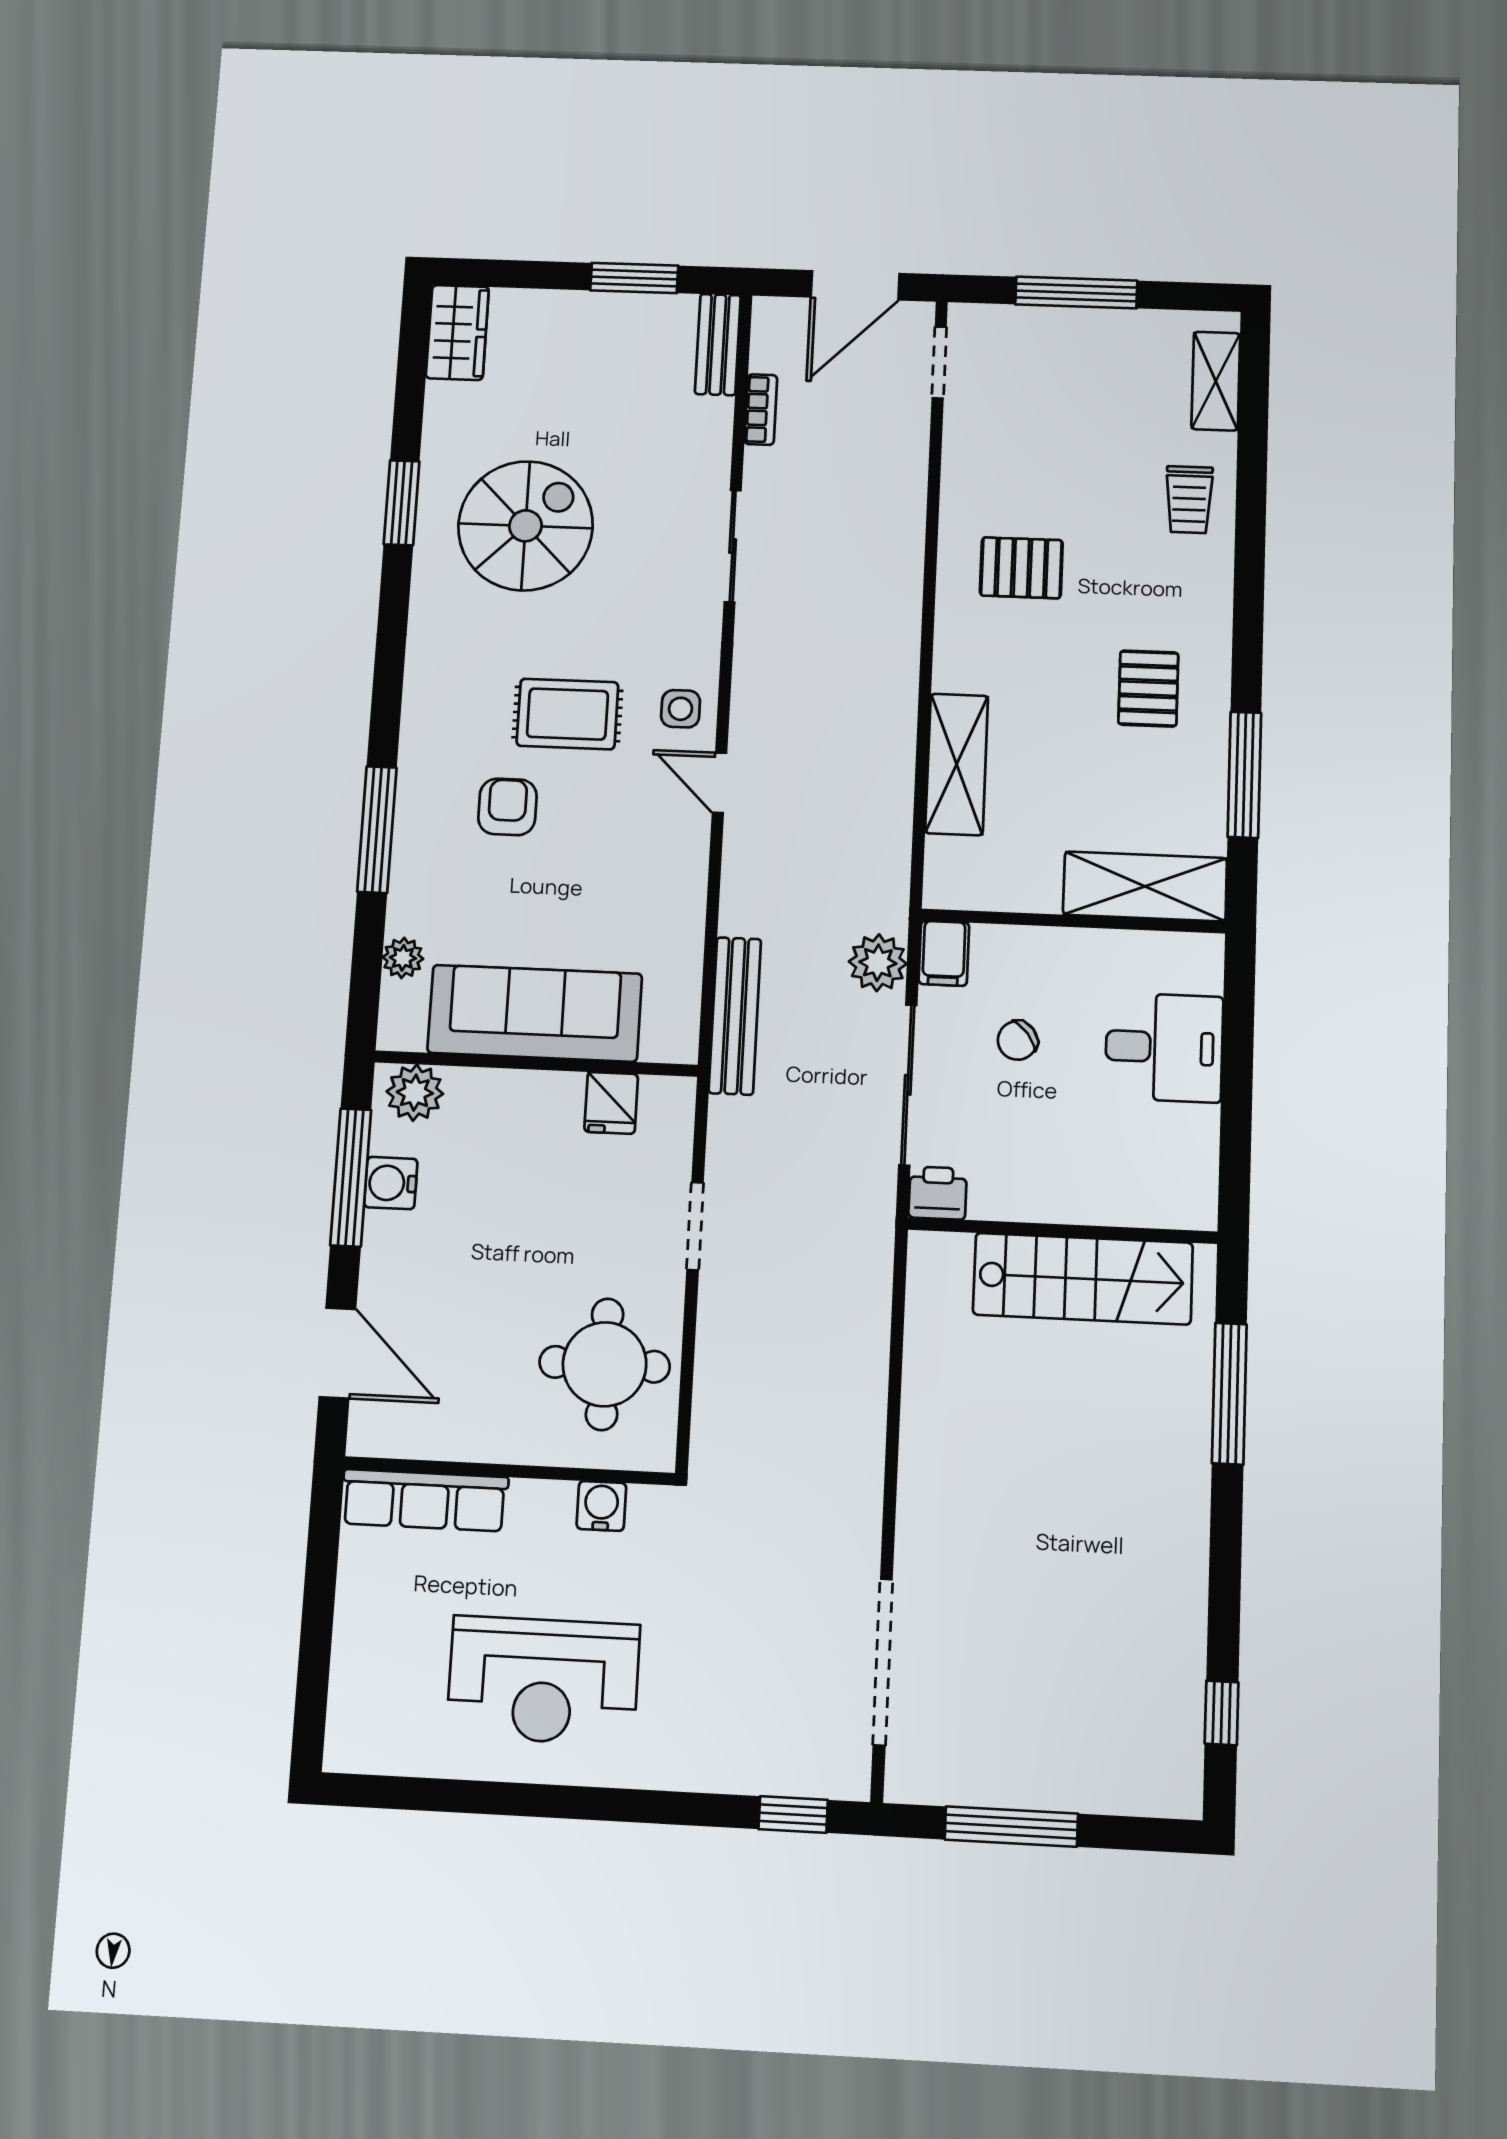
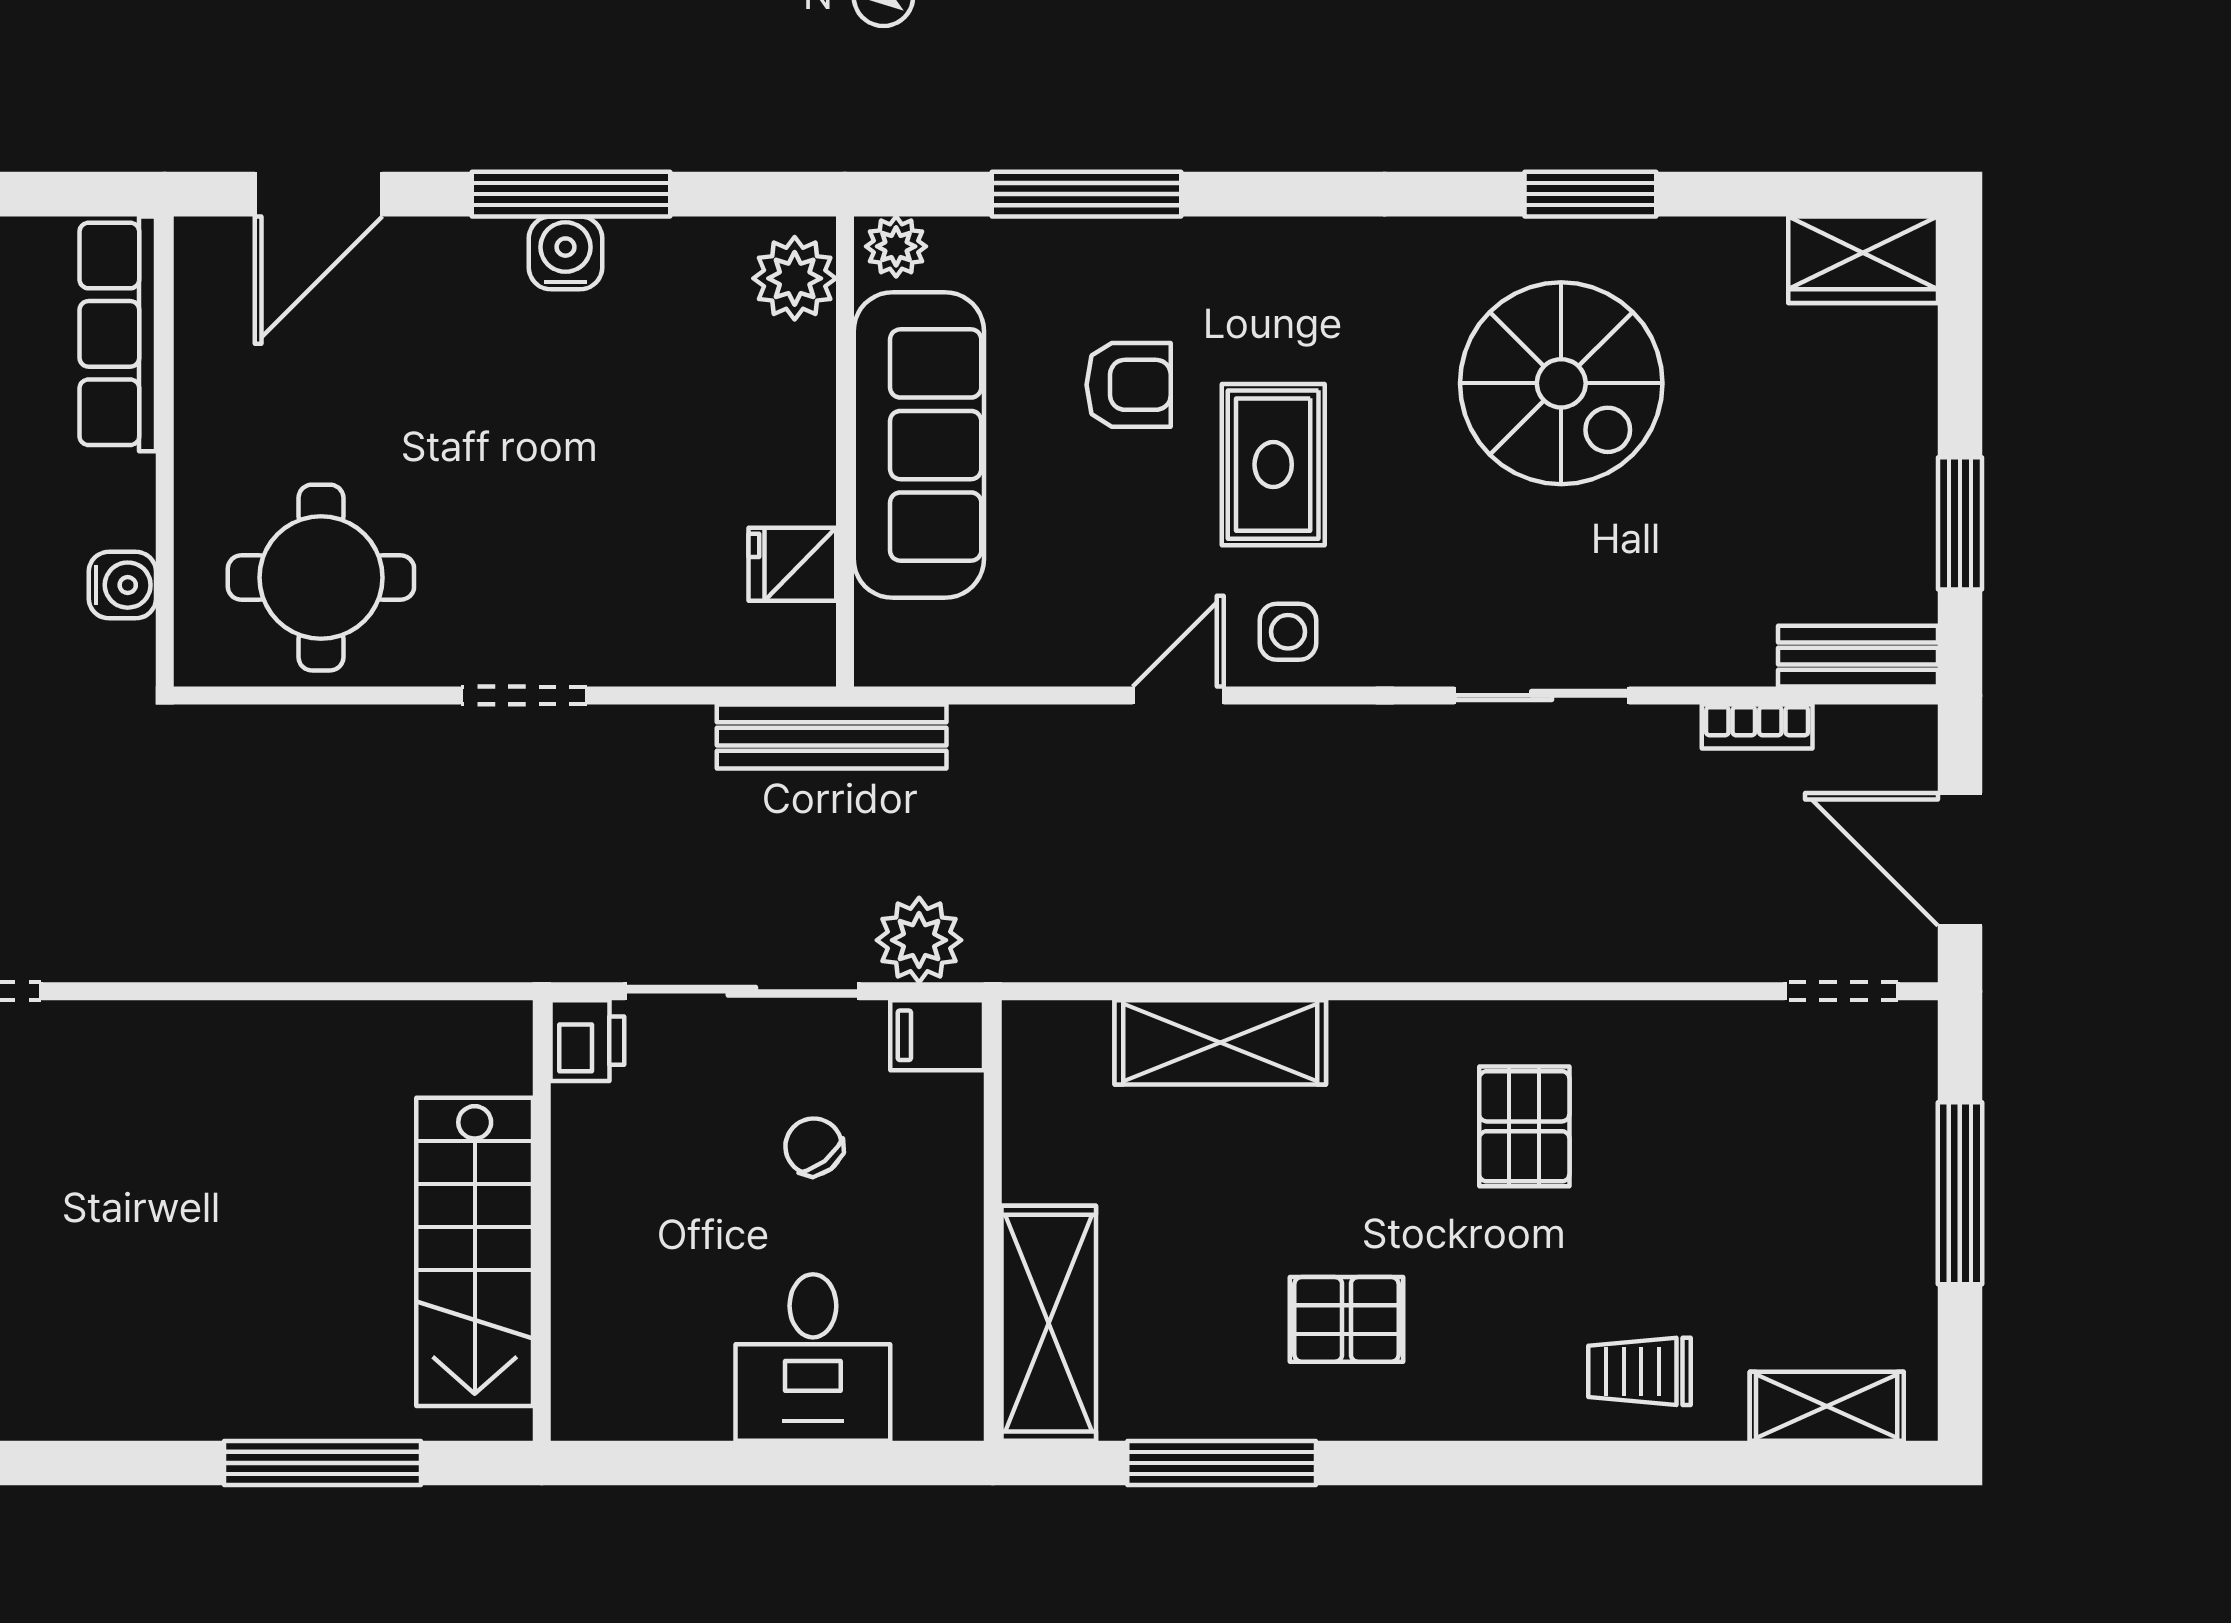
sofa: (535, 1013) -> (919, 445), moved
wall: (536, 1064) -> (845, 451), moved
plant: (415, 1093) -> (795, 278), moved
fridge: (611, 1103) -> (792, 564), moved

